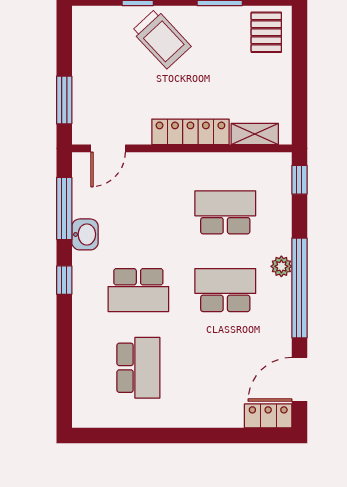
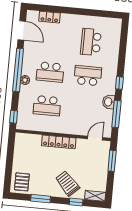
shelving: (255, 134) -> (95, 196), moved
door: (299, 379) -> (22, 30), hinge flipped
locker: (268, 416) -> (49, 17), moved

